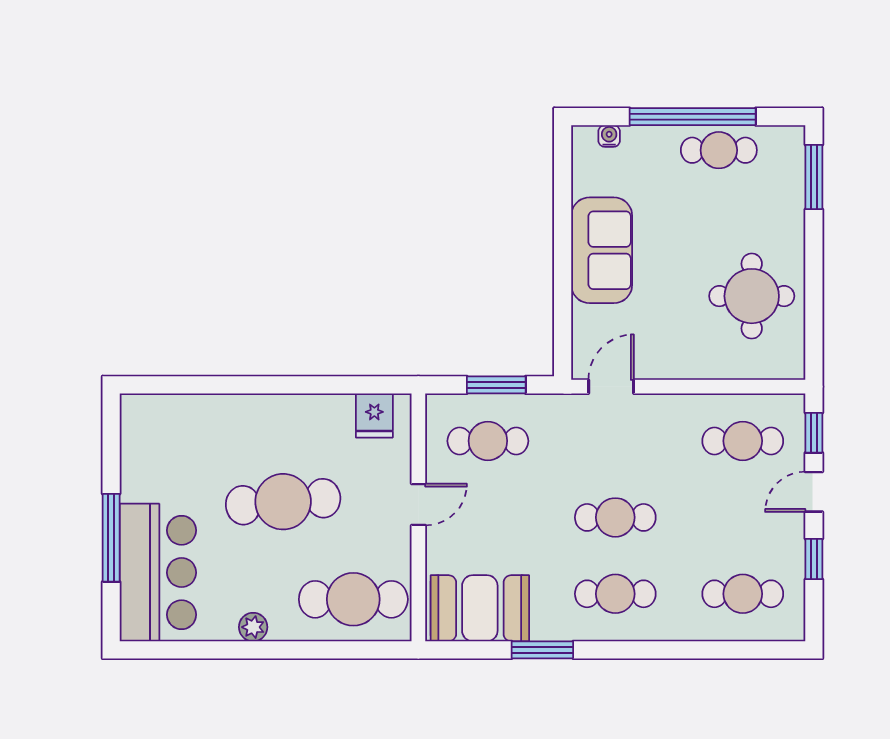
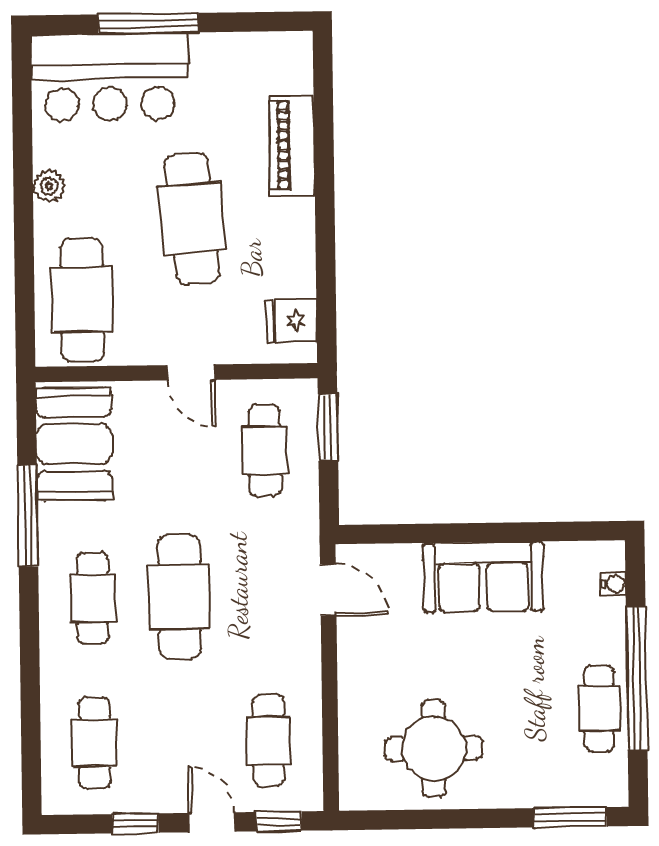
window: (496, 385) -> (328, 427), moved
piano: (220, 413) -> (292, 145), added
cafe table: (615, 517) -> (180, 597), width x1.37, depth x1.35
window: (542, 650) -> (28, 516), width x1.44

